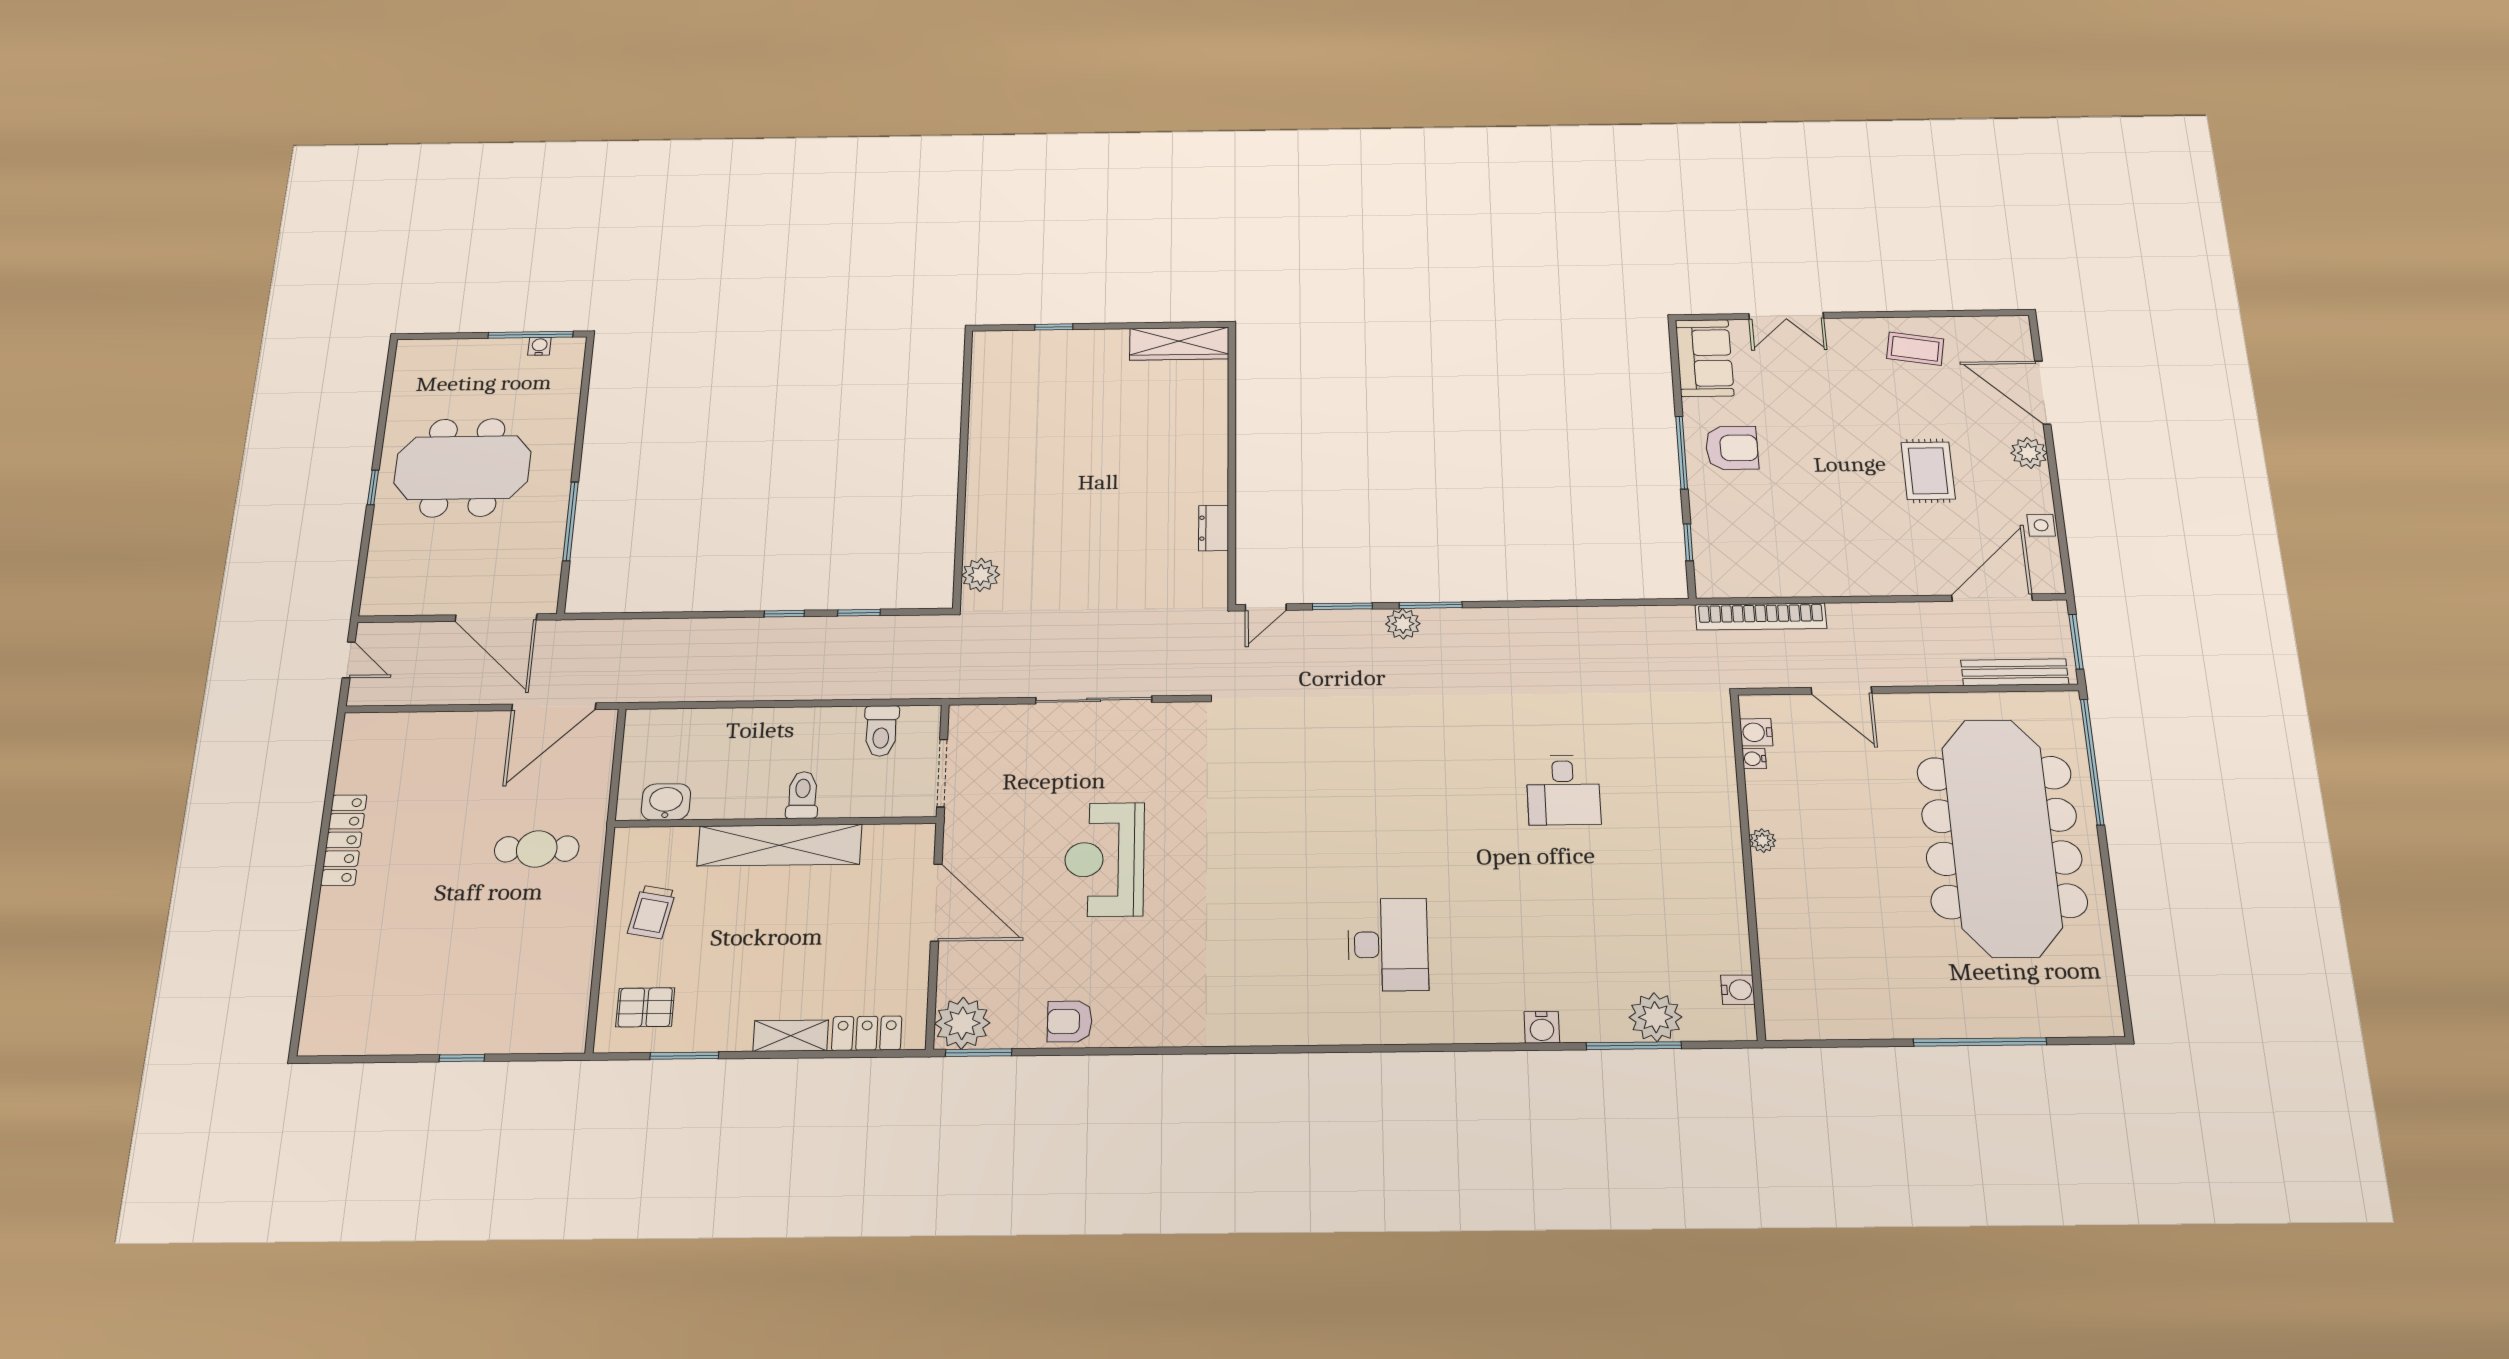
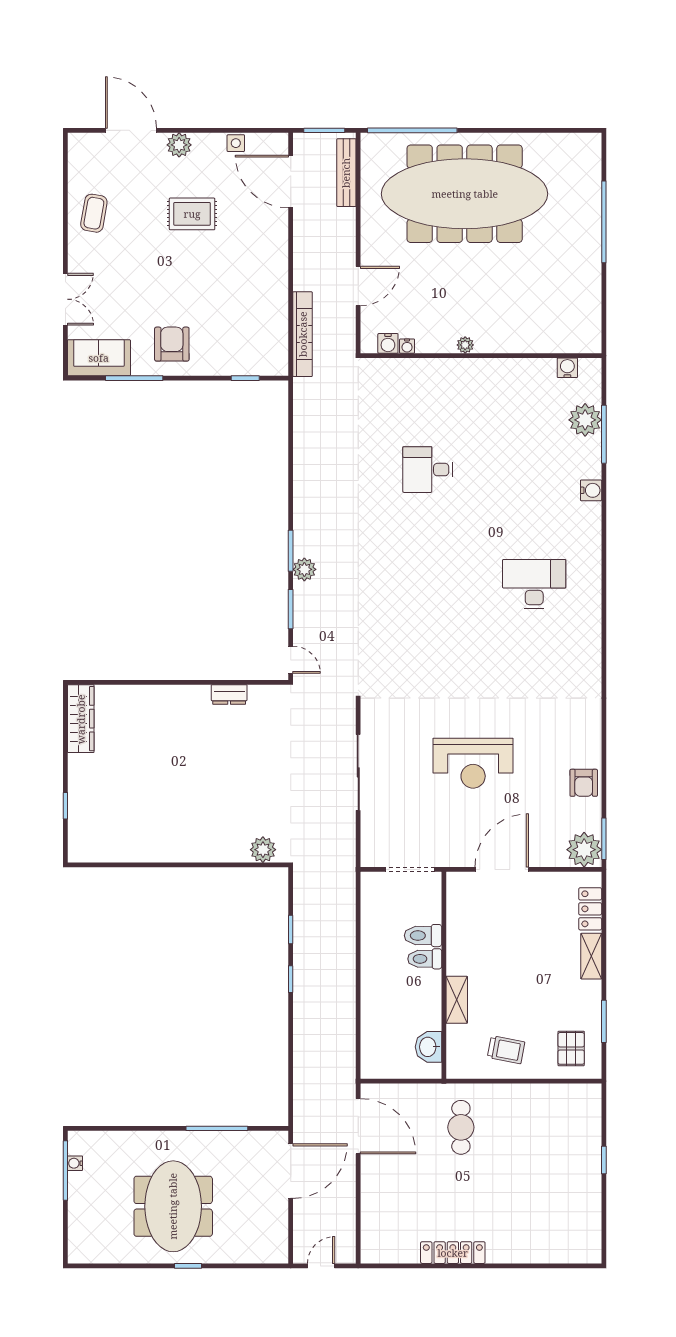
door: (2043, 393) -> (131, 130), swing flipped
window: (1682, 453) -> (134, 378), moved
toilet: (881, 731) -> (423, 936), moved, turned 180
desk: (1563, 790) -> (428, 470), turned 180
shelving: (780, 845) -> (457, 1000), width x0.45, depth x0.75

